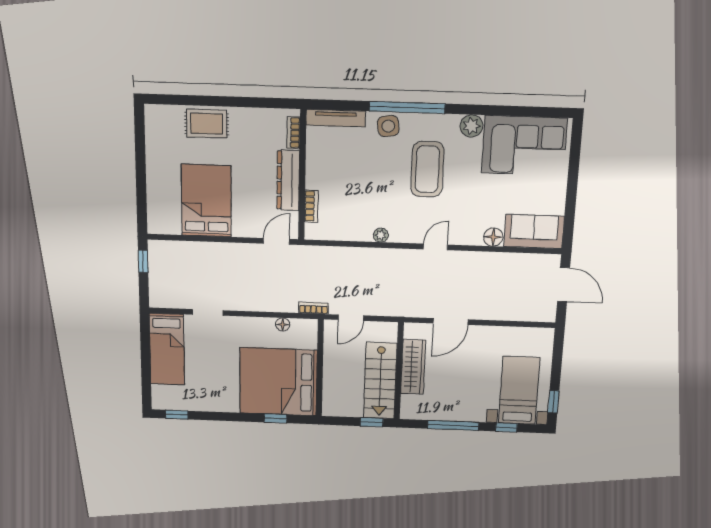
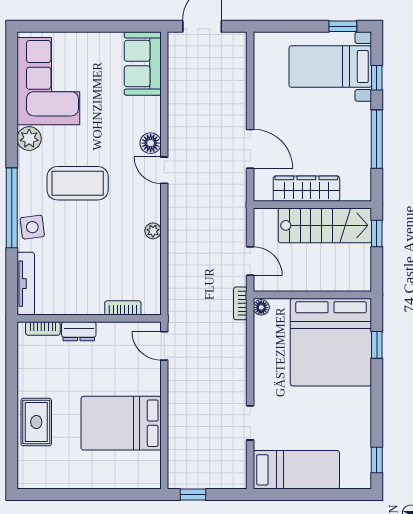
dresser: (288, 180) -> (79, 331), width x0.51, depth x0.80
floor lamp: (493, 237) -> (151, 143), moved
floor lamp: (283, 324) -> (261, 307), moved

